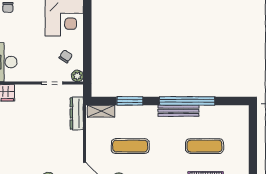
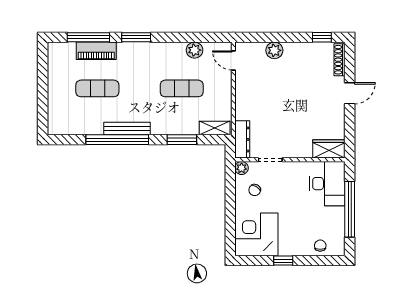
dresser: (77, 113) -> (242, 139), moved

